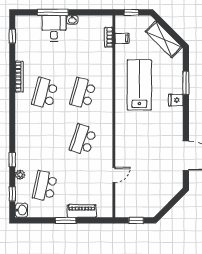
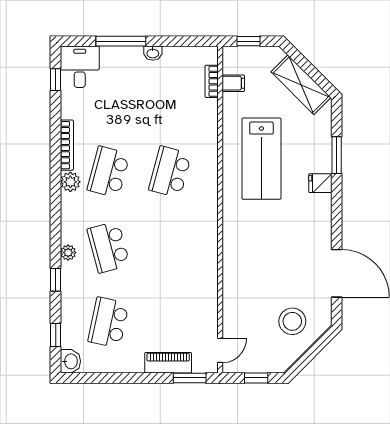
desk: (54, 28) -> (80, 67), moved
lab bench: (139, 85) -> (261, 159), turned 180
plant: (21, 99) -> (70, 182), added
school desk: (83, 140) -> (108, 247), moved, turned -33
plant: (20, 175) -> (68, 253), moved
door: (114, 175) -> (220, 350), moved
stool: (158, 185) -> (292, 321), added
window: (66, 220) -> (190, 378), moved

